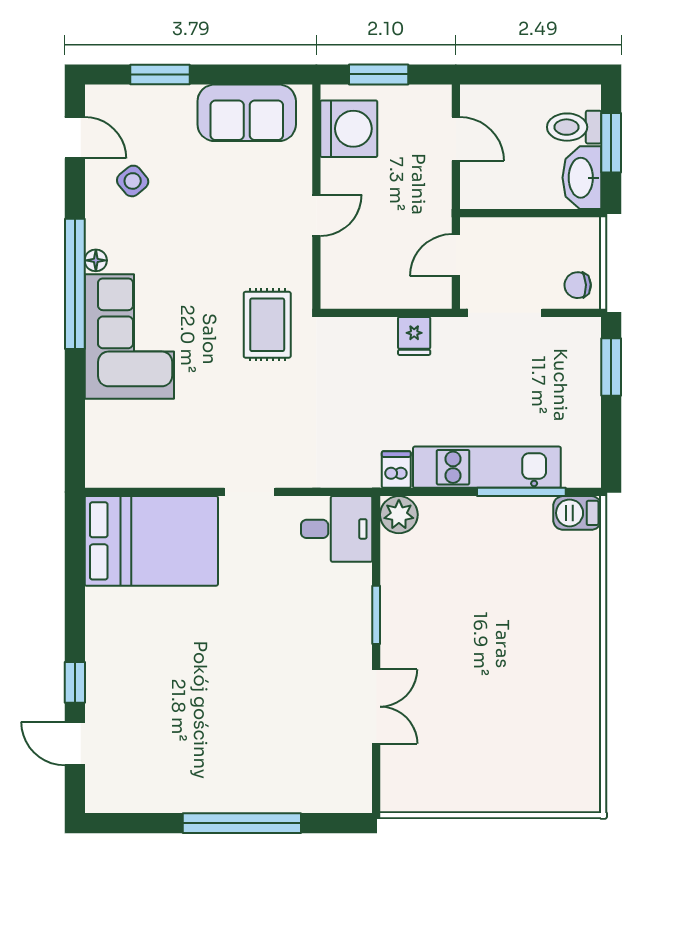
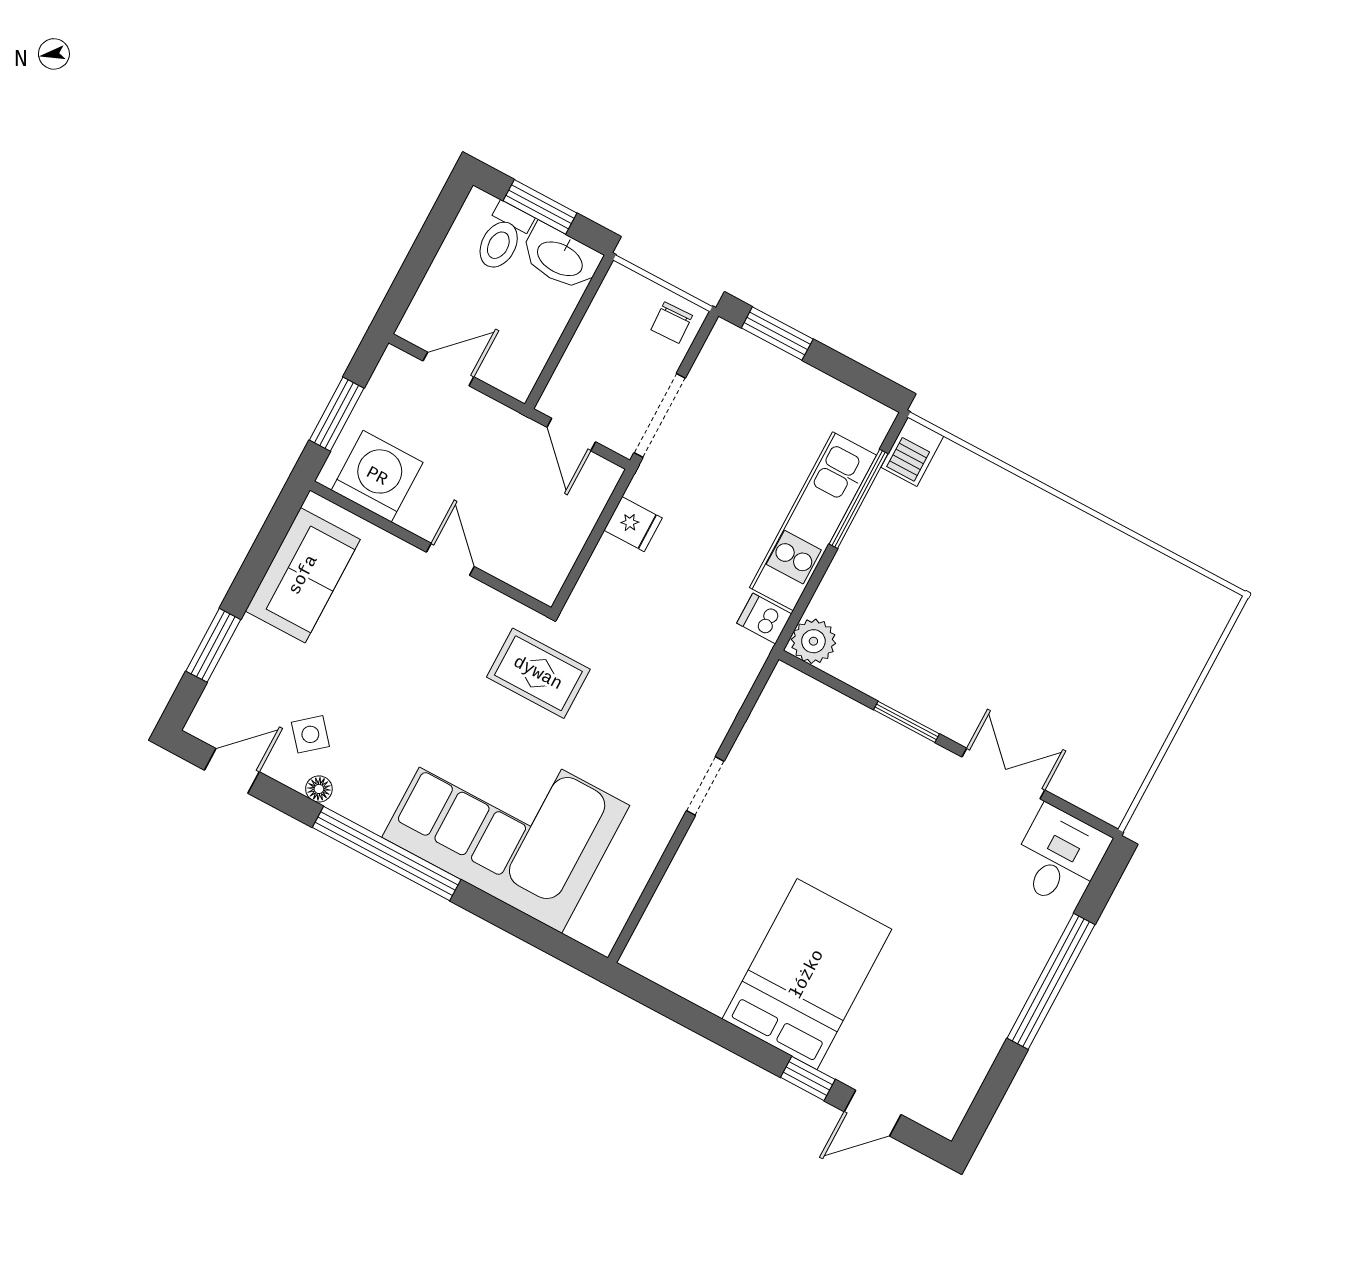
floor lamp: (96, 260) -> (319, 789), moved
corner sofa: (129, 336) -> (506, 821), width x1.36, depth x1.36
desk: (337, 529) -> (1059, 857), moved
bed: (151, 541) -> (807, 974), moved

